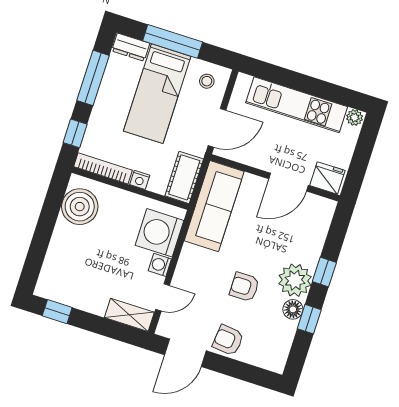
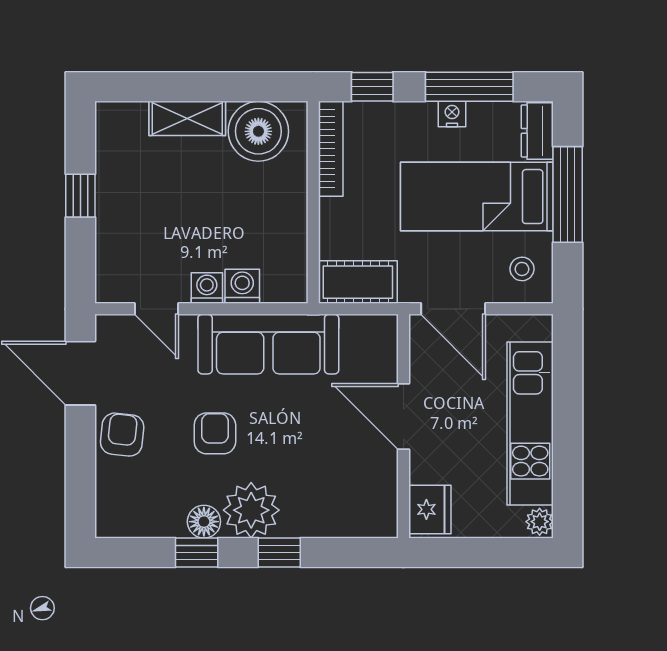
nightstand: (140, 180) -> (452, 114), moved, turned 90
door: (289, 182) -> (403, 417), moved
sofa: (214, 206) -> (268, 344), moved
washing machine: (159, 233) -> (242, 286), width x0.53, depth x0.53
window: (57, 312) -> (80, 196), moved
shelving: (129, 315) -> (187, 118), moved, turned 90

